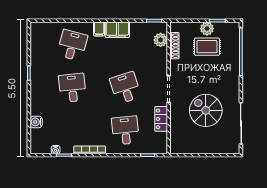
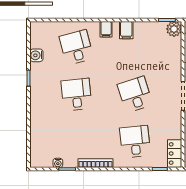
filing cabinet: (117, 30) -> (126, 30), width x0.50
plant: (161, 40) -> (174, 29), moved
desk: (72, 45) -> (76, 47), turned -30
locker: (161, 119) -> (175, 153), moved
water cooler: (36, 122) -> (36, 55), moved

